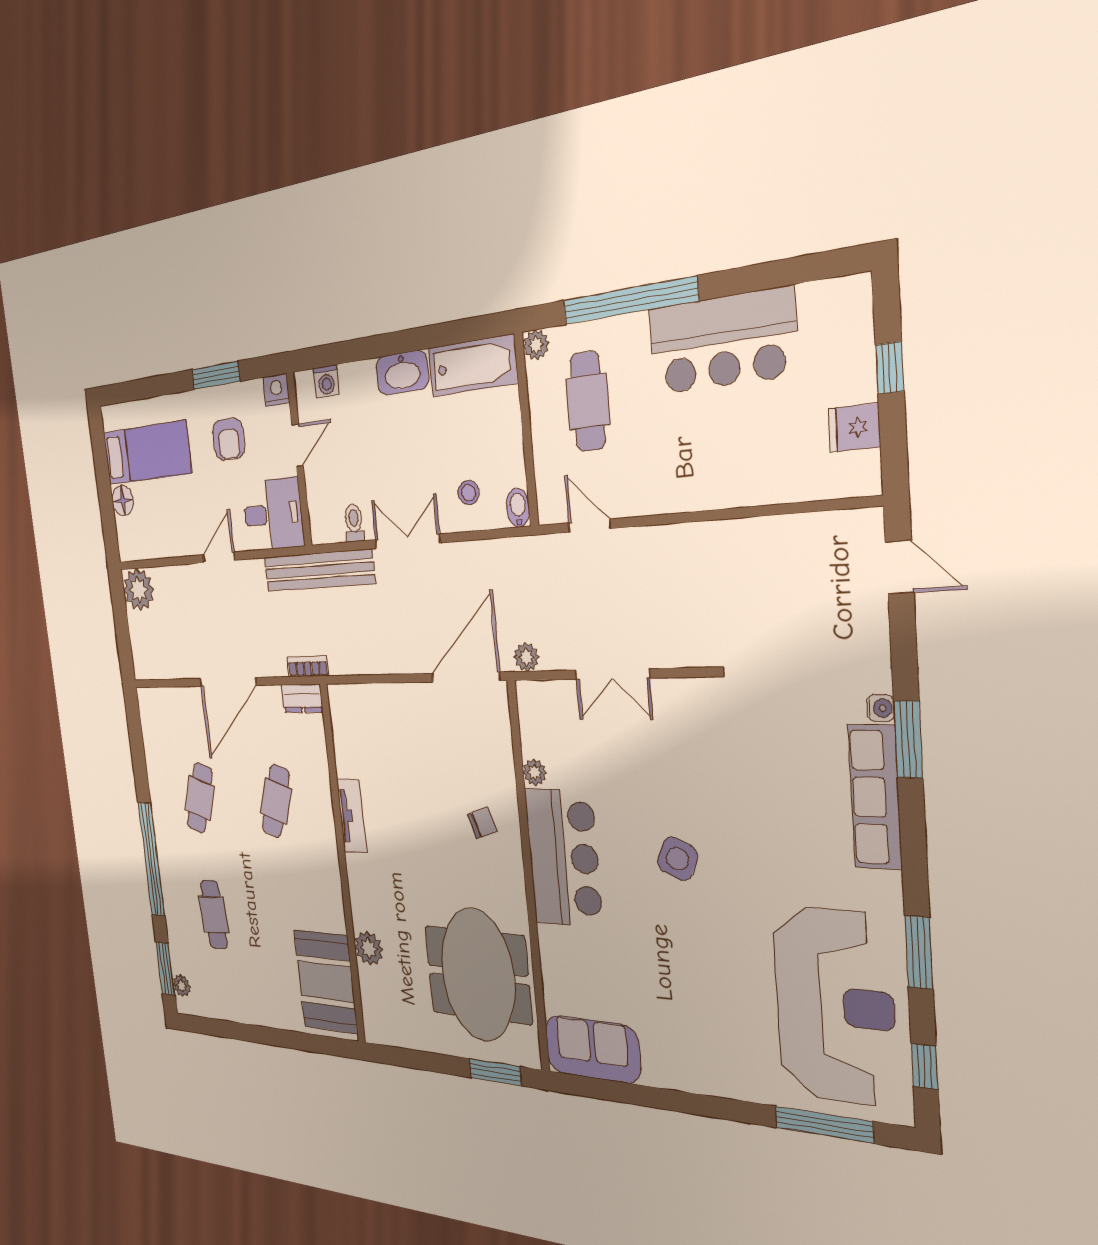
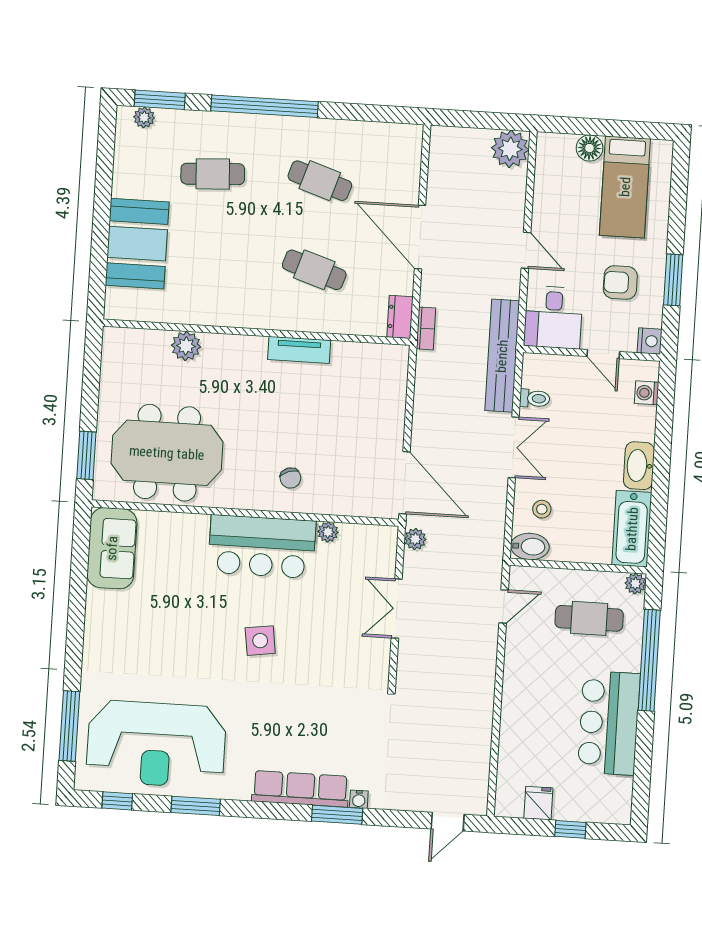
bidet: (518, 508) -> (530, 546), width x1.38, depth x1.36
side table: (677, 859) -> (260, 641), turned -32
booth: (326, 982) -> (137, 244), moved, turned 90

